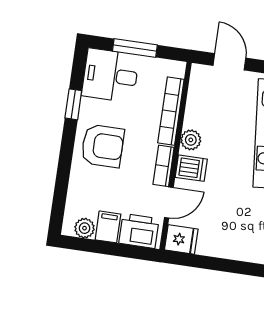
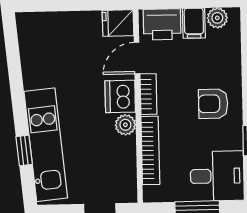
armchair: (103, 146) -> (213, 104), width x0.72, depth x0.72
dishwasher: (191, 168) -> (120, 96), width x1.38

